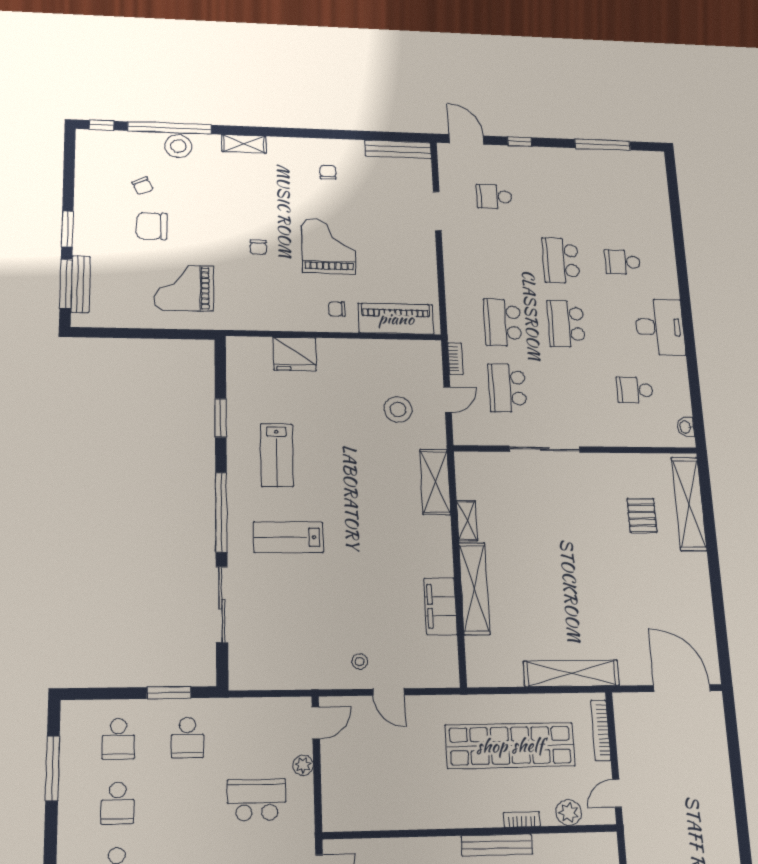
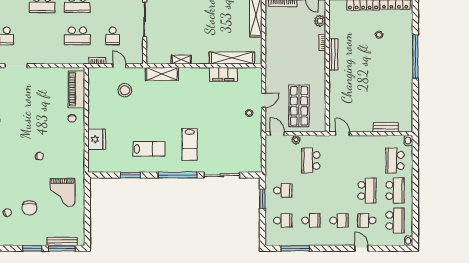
grand piano: (329, 246) -> (38, 121), removed
school desk: (507, 388) -> (113, 36), width x0.54
shelving: (474, 588) -> (232, 58), moved
shop shelf: (510, 746) -> (299, 106), moved, width x0.71

